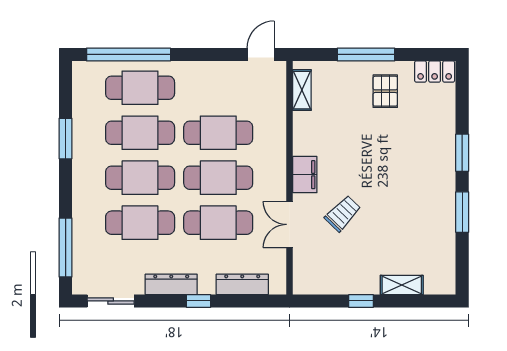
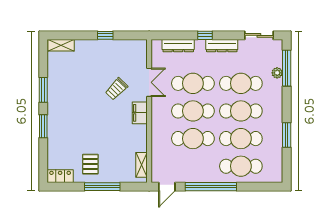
window: (129, 54) -> (211, 187), moved
plant: (81, 240) -> (277, 73), added
shelving: (402, 285) -> (61, 45), moved

